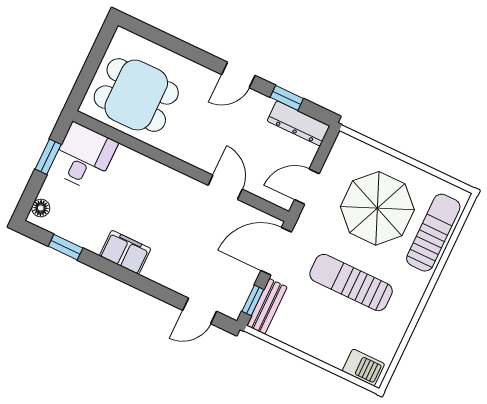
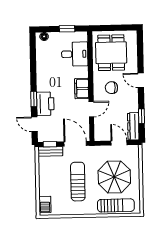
door: (238, 75) -> (141, 80), moved
chair: (203, 128) -> (111, 88), added
desk: (84, 157) -> (75, 54), moved
door: (307, 187) -> (119, 143), moved
window: (66, 247) -> (34, 99), moved
filing cabinet: (125, 252) -> (82, 89), moved, turned 180
printer: (171, 270) -> (45, 104), added

